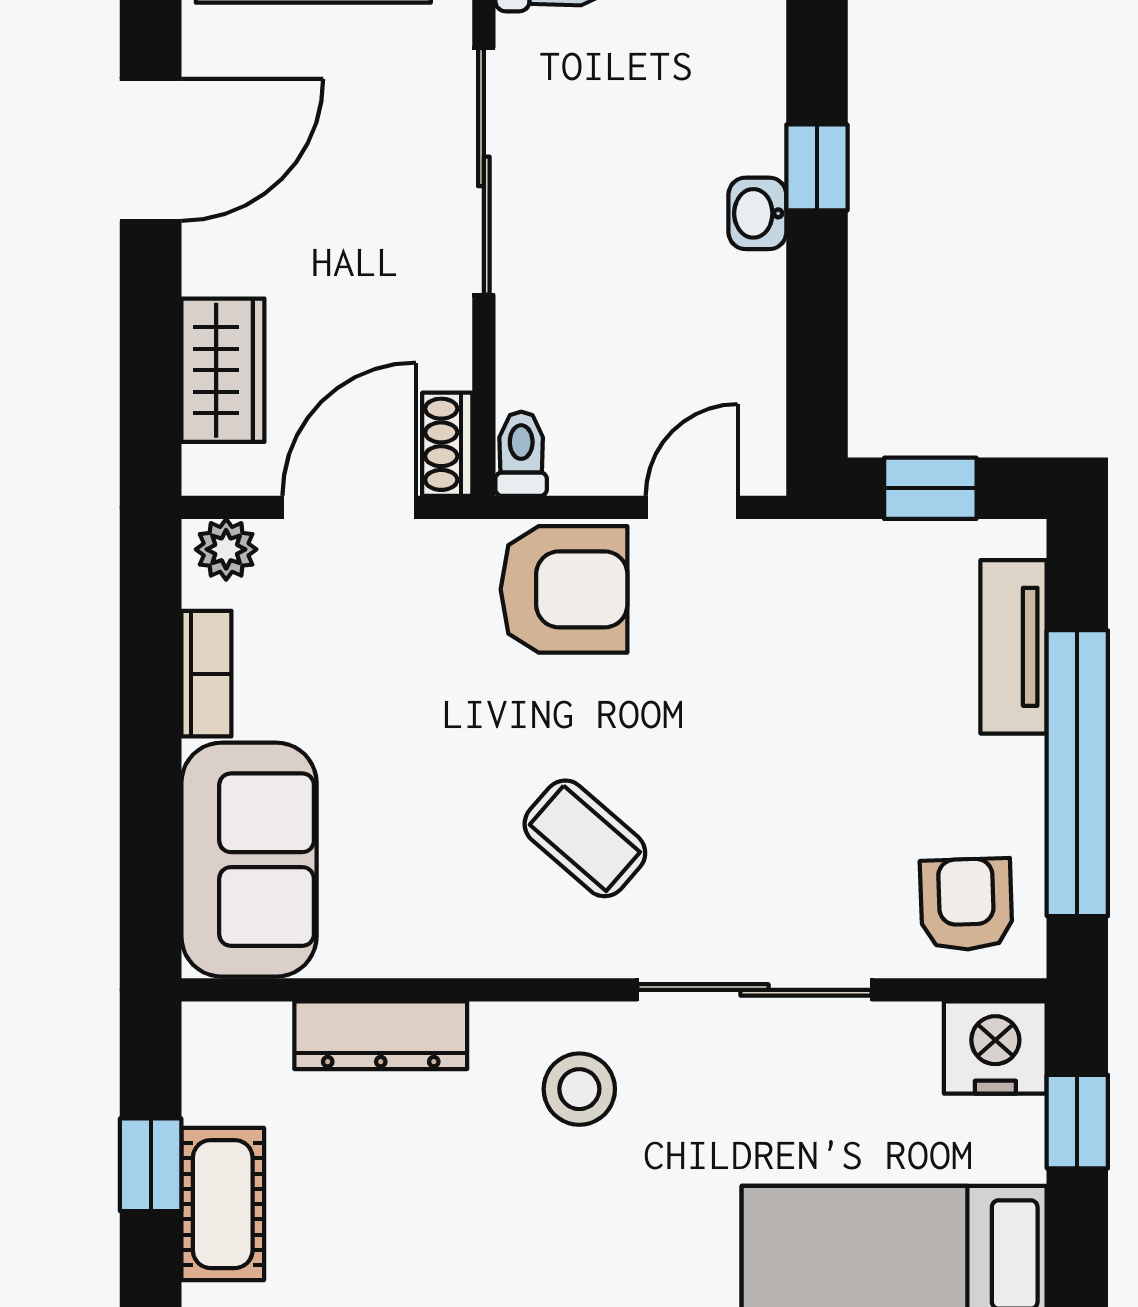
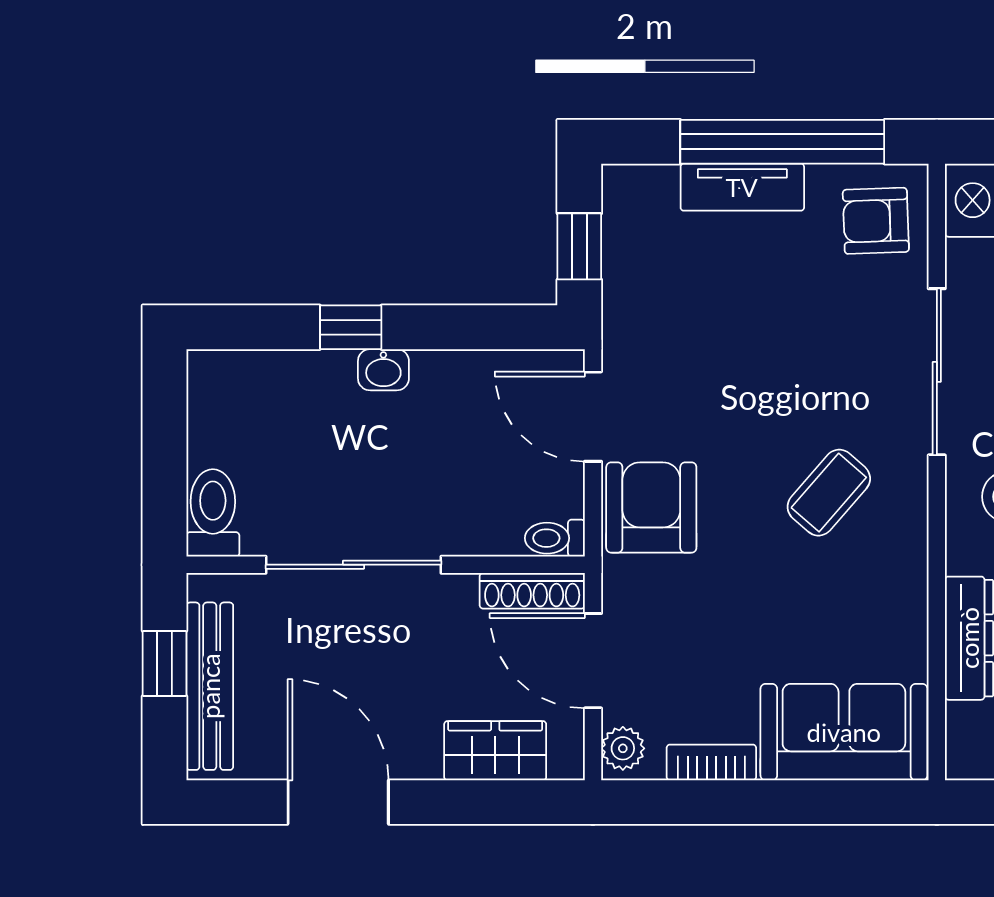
shoe rack: (447, 444) -> (532, 591), width x1.43
door: (692, 507) -> (593, 417), width x1.38
tv unit: (1014, 647) -> (742, 187), moved

